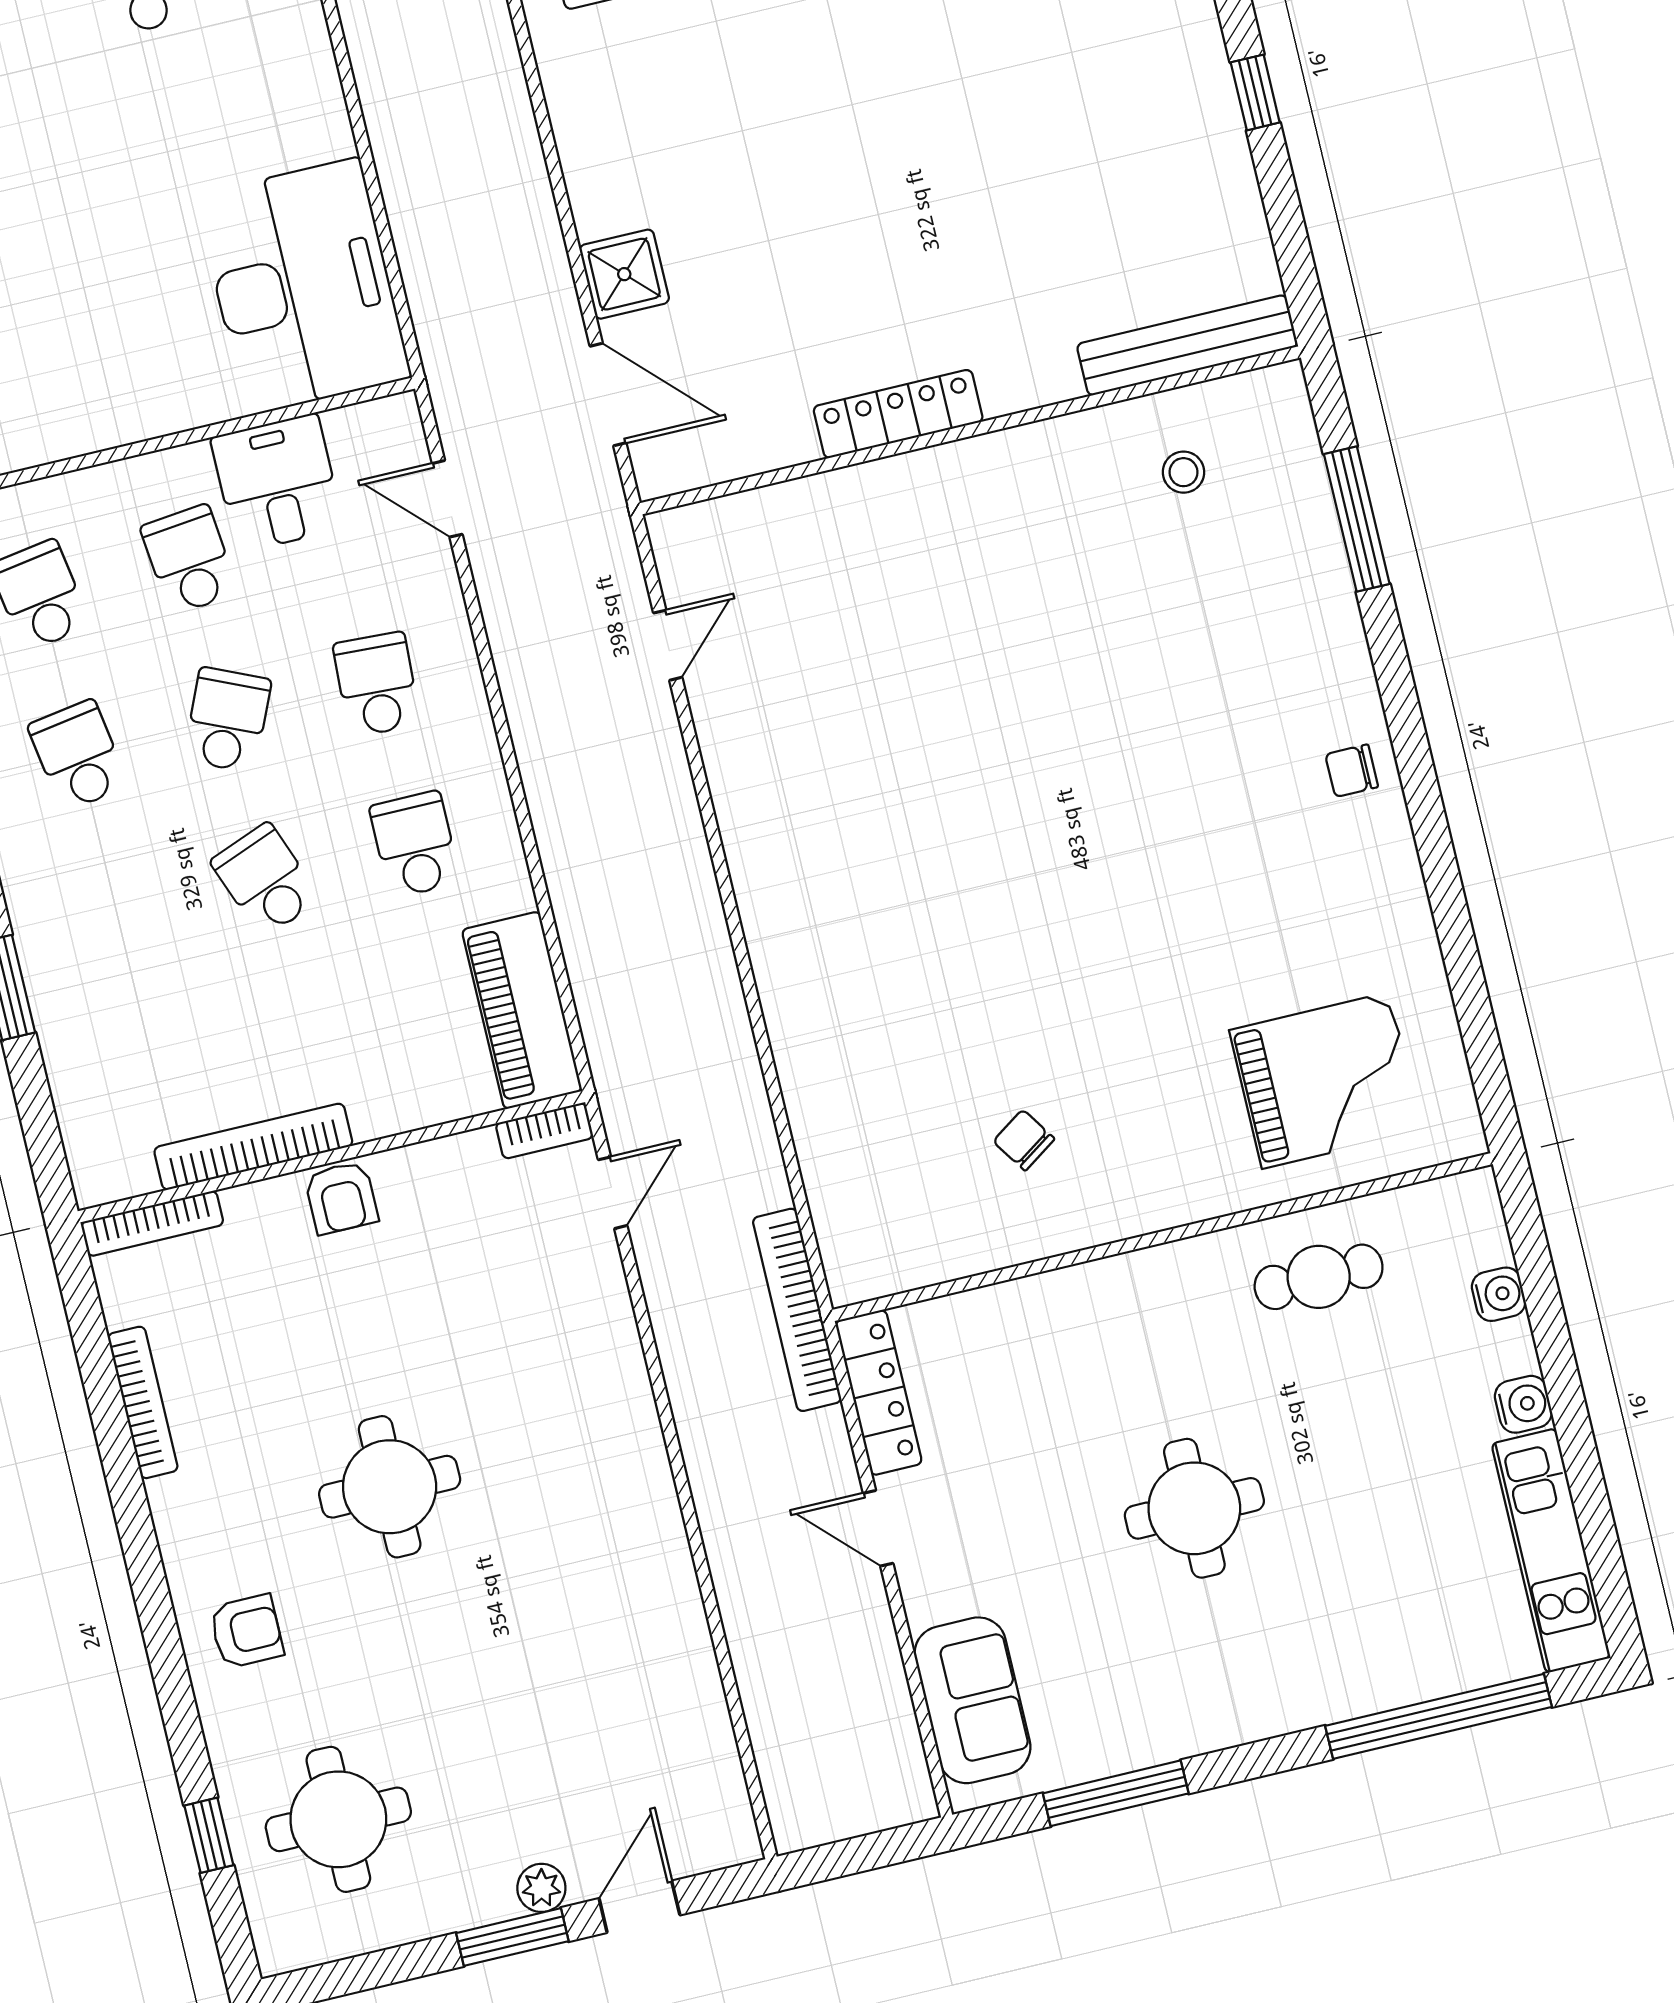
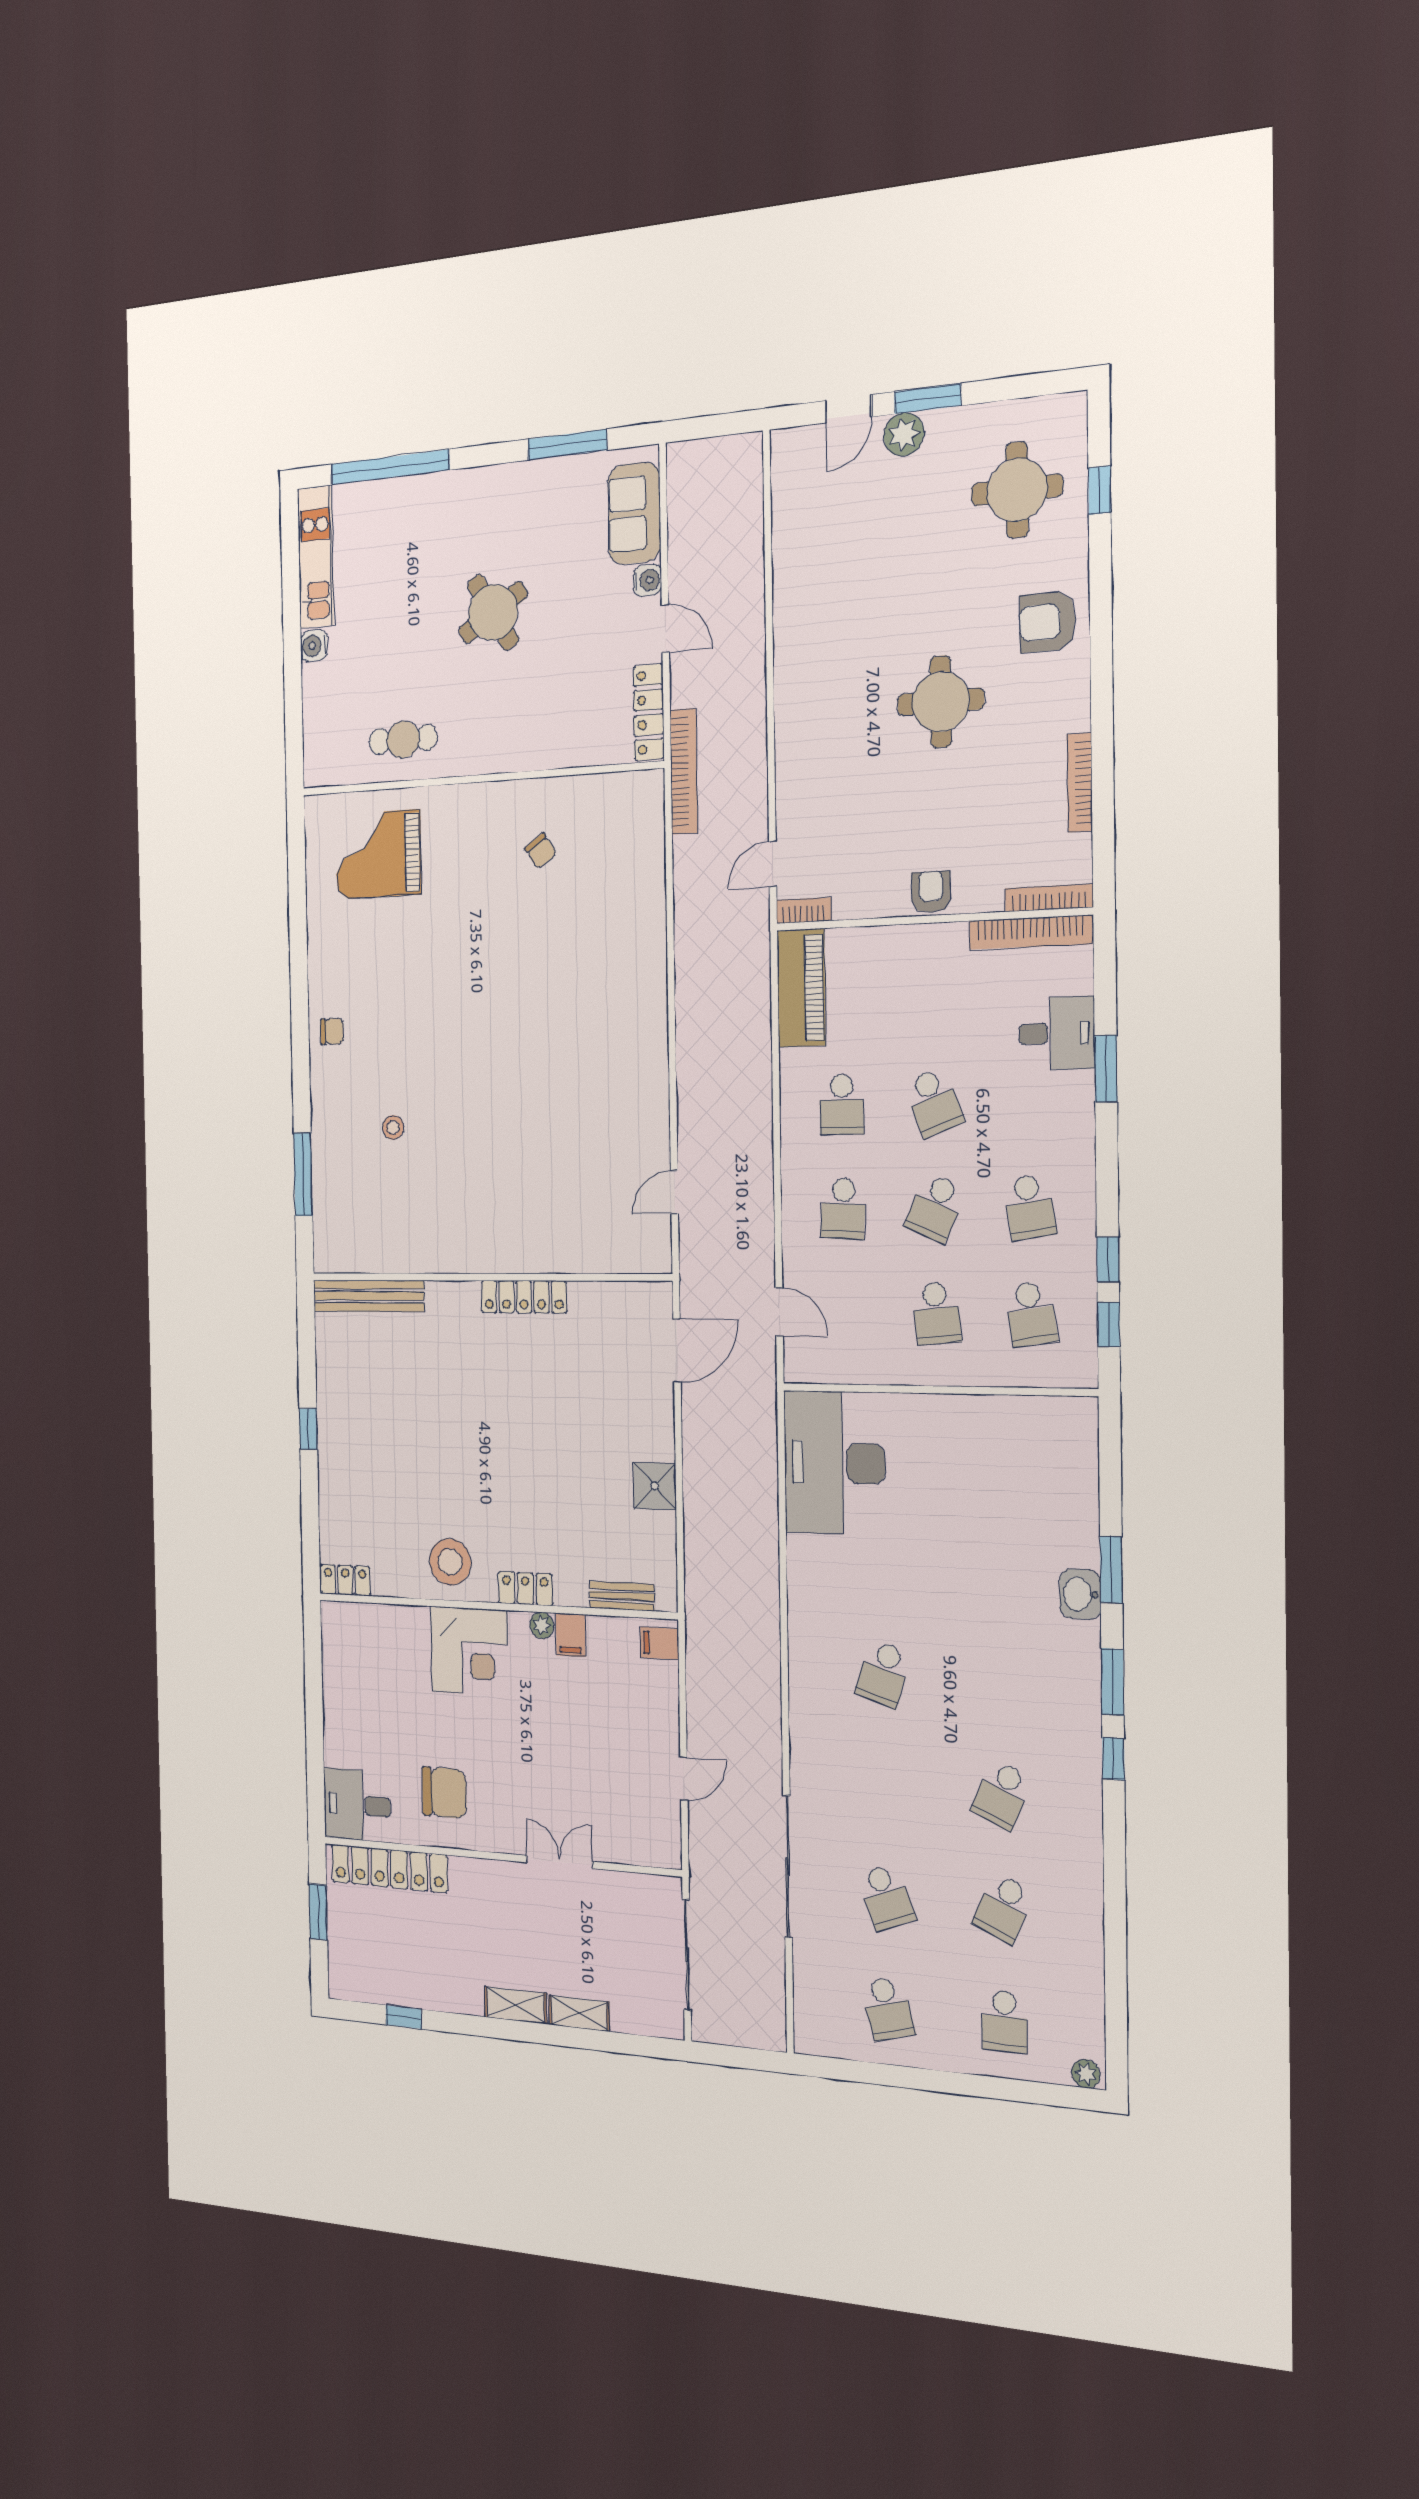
shower: (624, 274) -> (655, 1486), moved
door: (608, 395) -> (677, 1350), swing flipped
stool: (1183, 472) -> (393, 1127), moved
desk: (277, 483) -> (1057, 1033), moved, turned -90
bookcase: (253, 1147) -> (1030, 932), moved
water cooler: (1499, 1294) -> (647, 580), moved, turned 180
round table: (1194, 1508) -> (493, 612), turned -31
armchair: (246, 1631) -> (1048, 622), width x1.38, depth x1.38
plant: (541, 1888) -> (904, 434), width x1.38, depth x1.38

